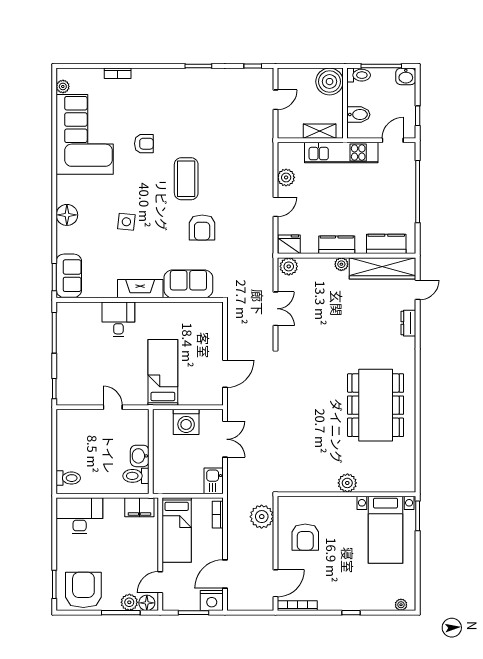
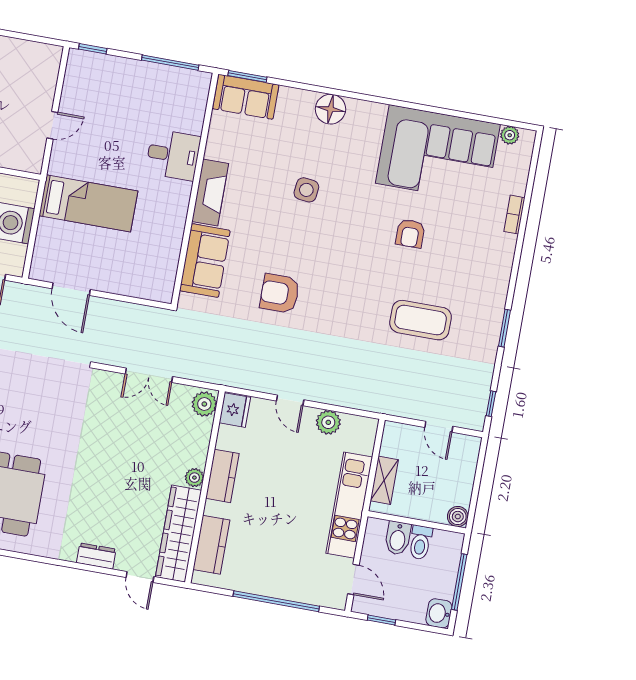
toilet: (359, 75) -> (420, 542), moved
boiler: (330, 82) -> (458, 517), width x0.54, depth x0.54
coffee table: (186, 179) -> (421, 320), moved

